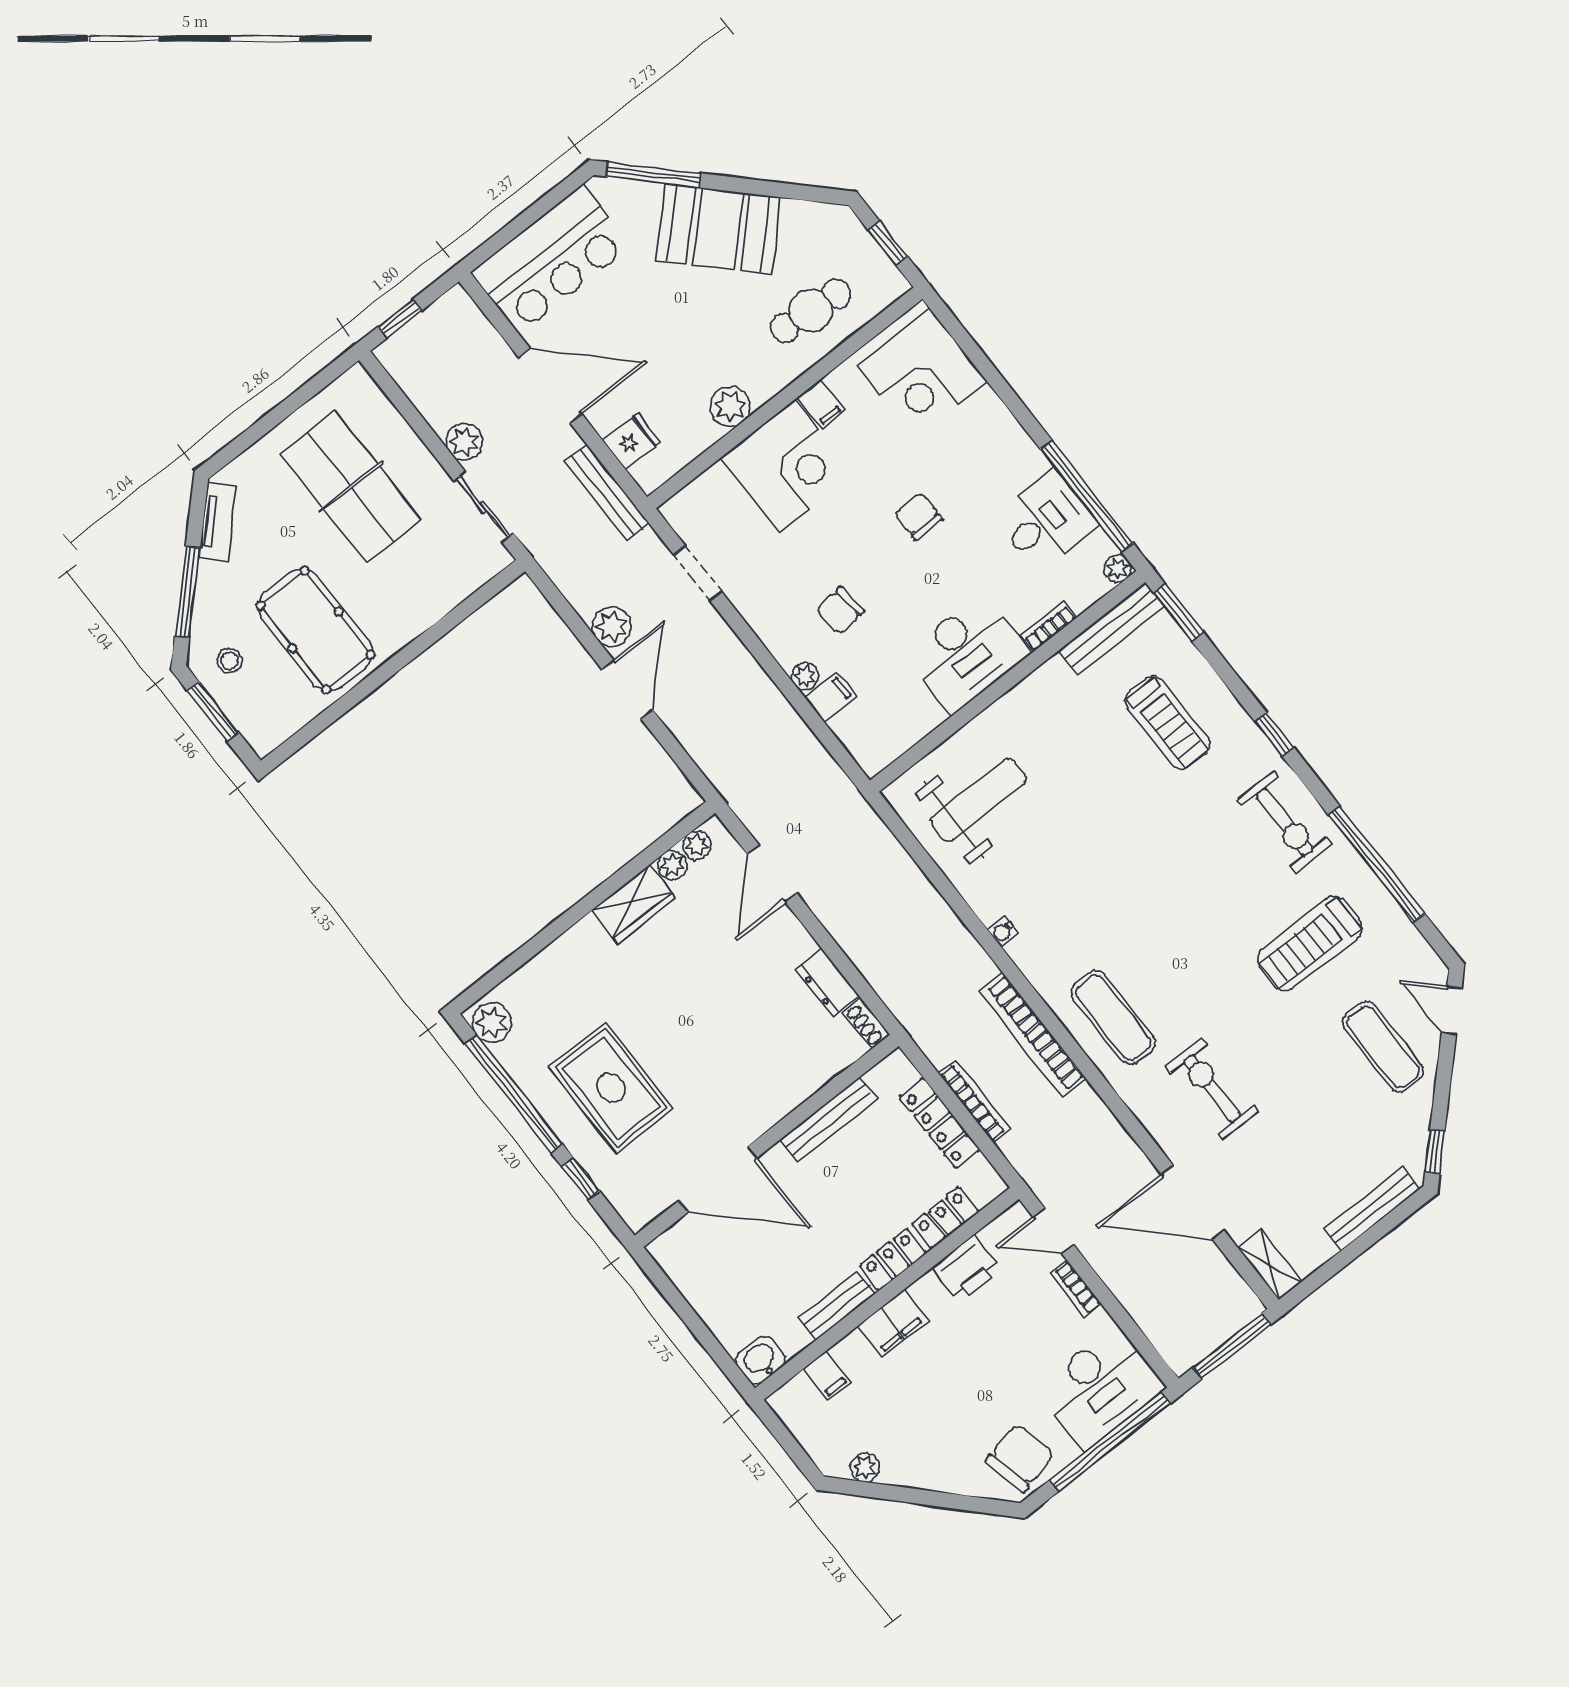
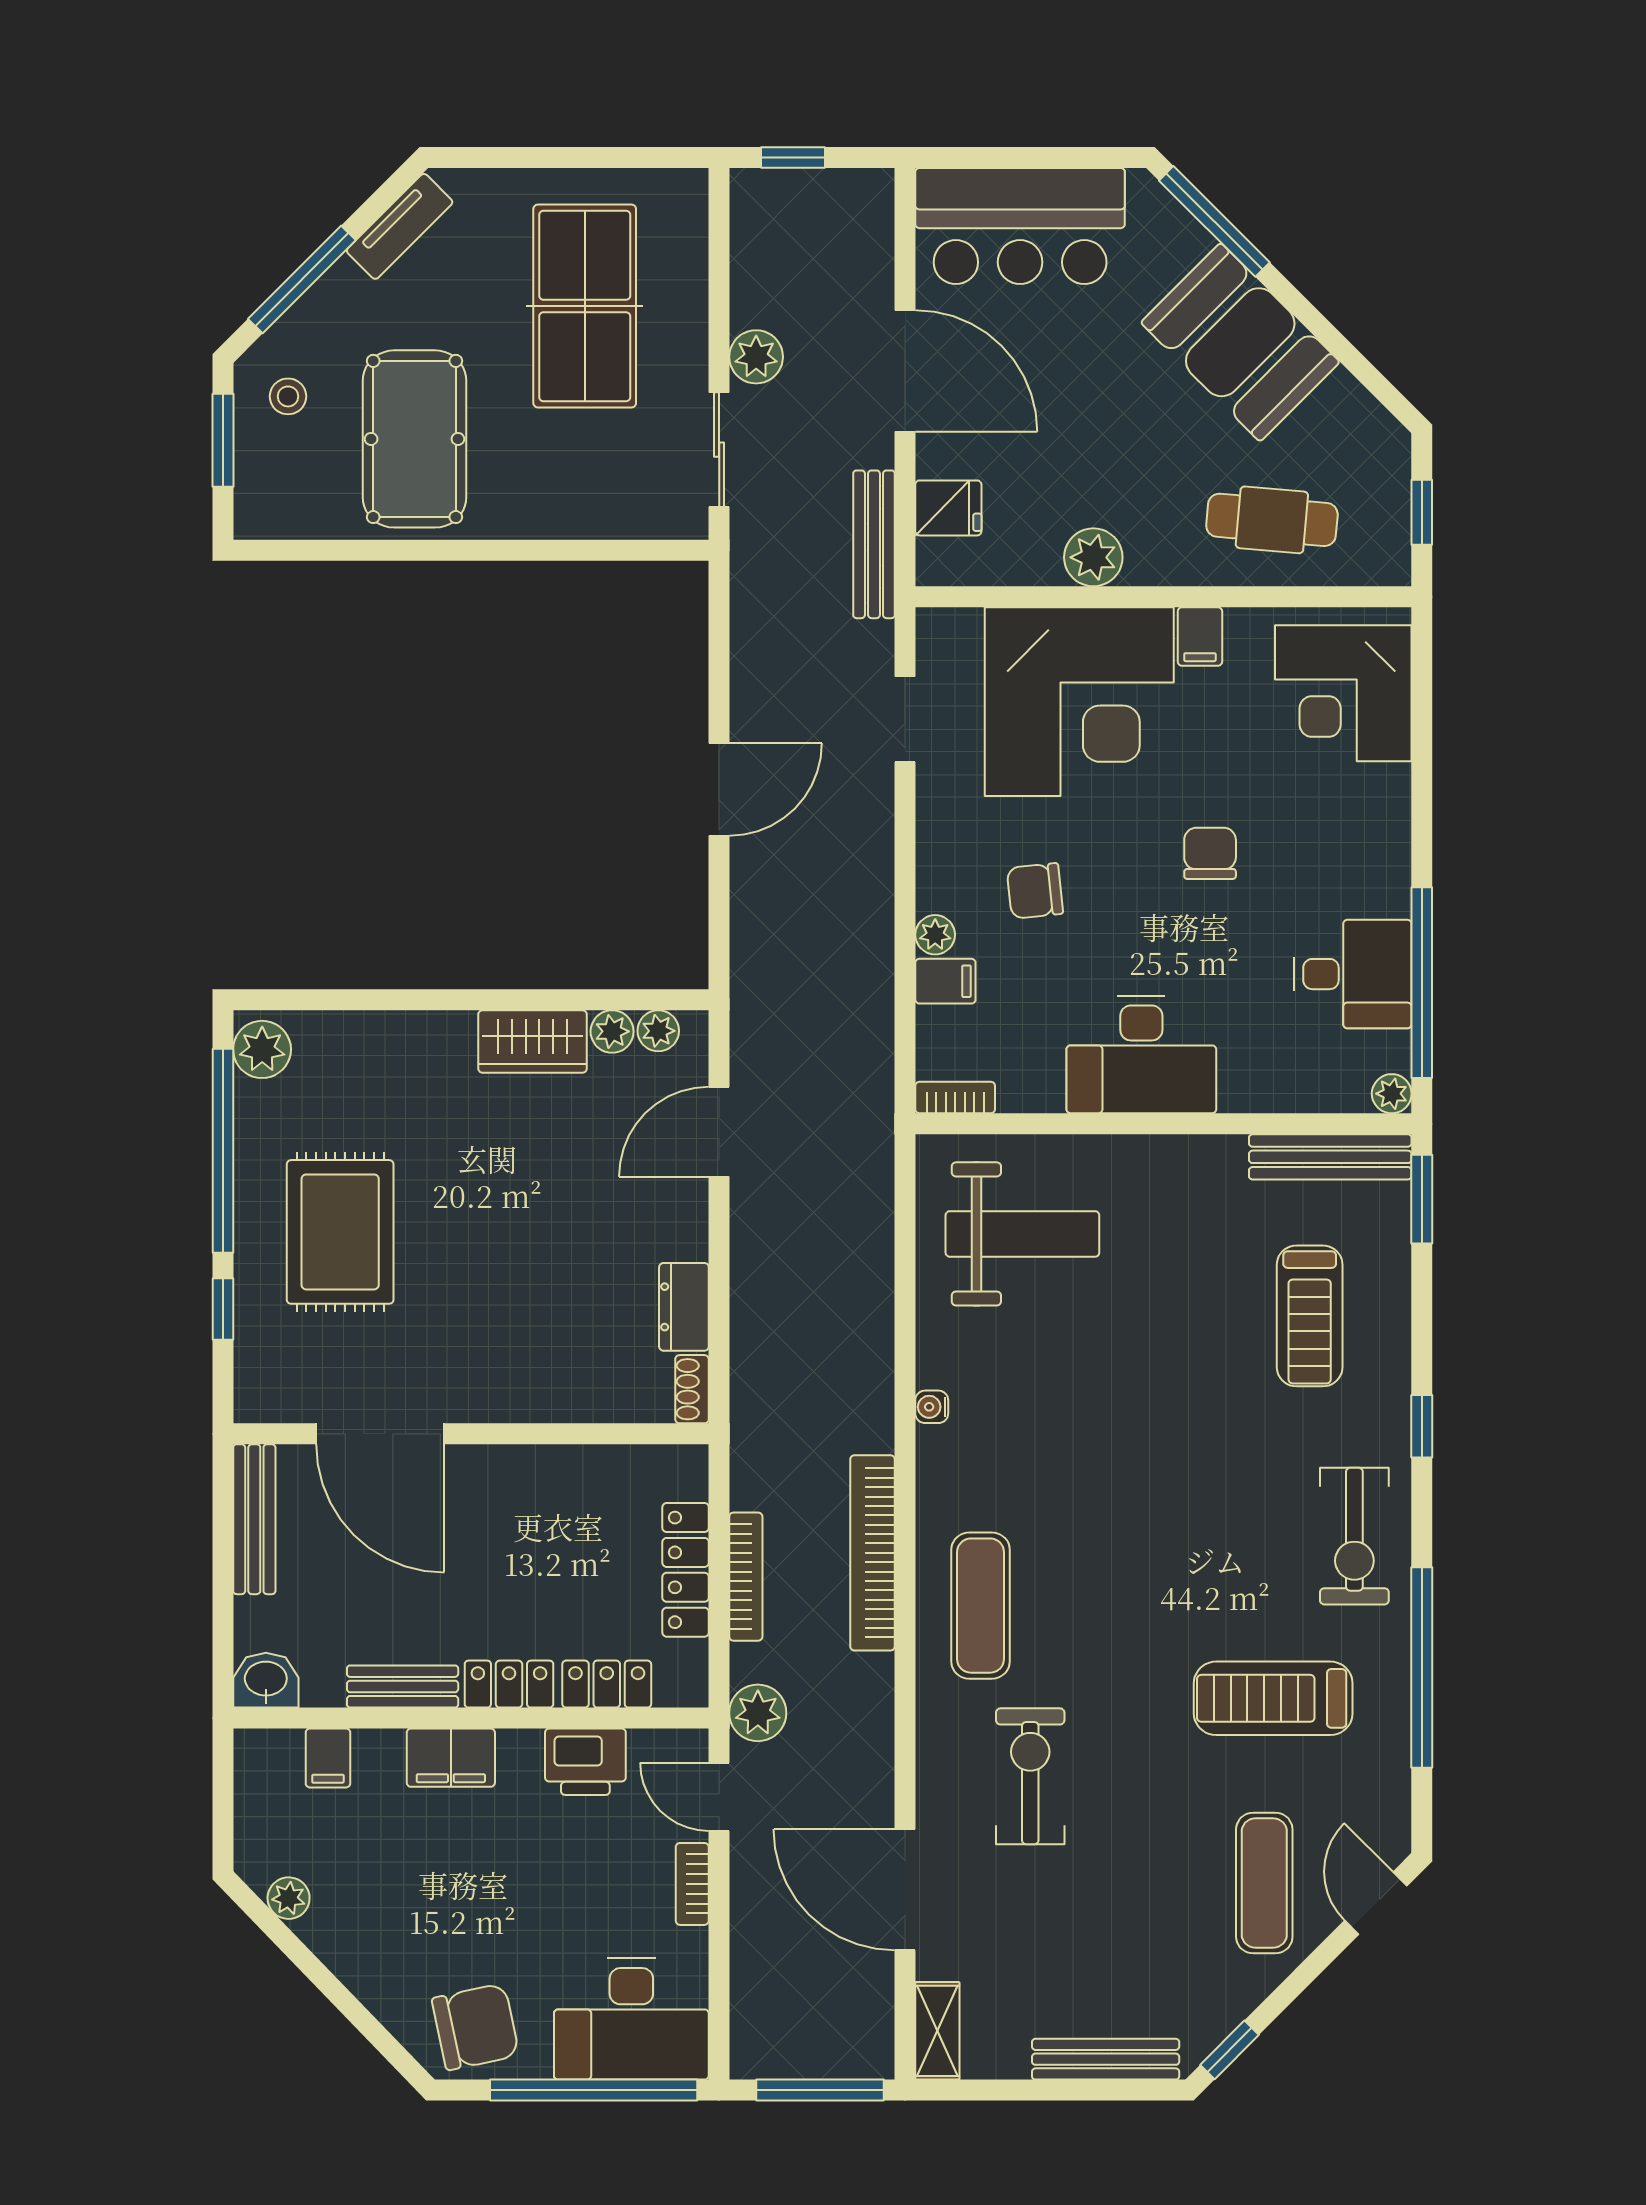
corner desk: (787, 466) -> (1079, 702), width x1.36, depth x1.36
bookcase: (1049, 626) -> (955, 1098), moved
plant: (612, 627) -> (758, 1713), moved
bench: (829, 1119) -> (254, 1519), moved, turned 90

